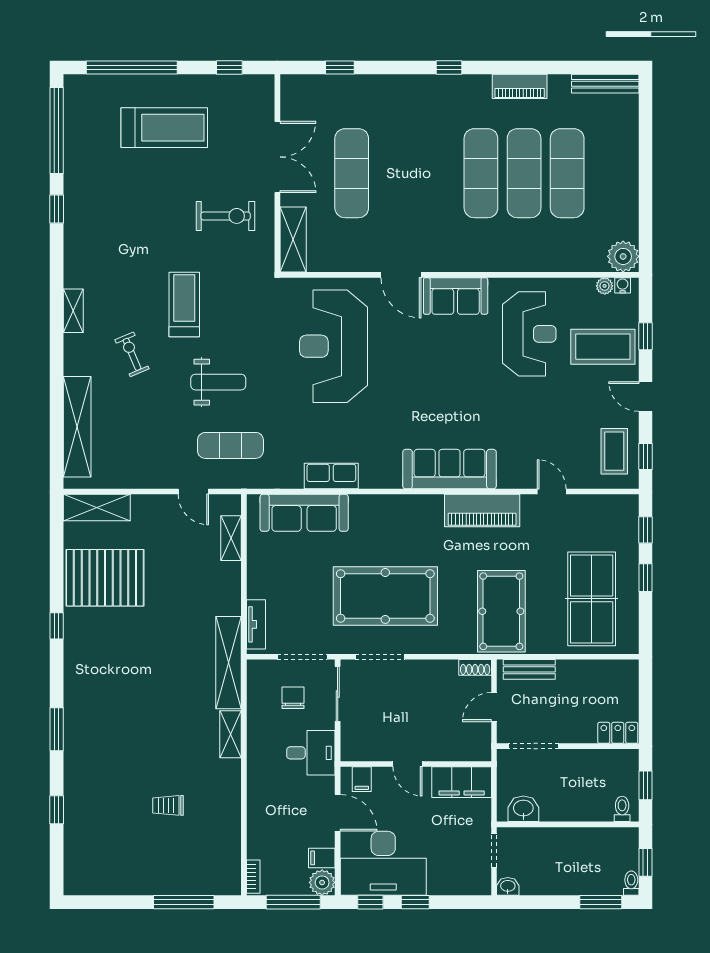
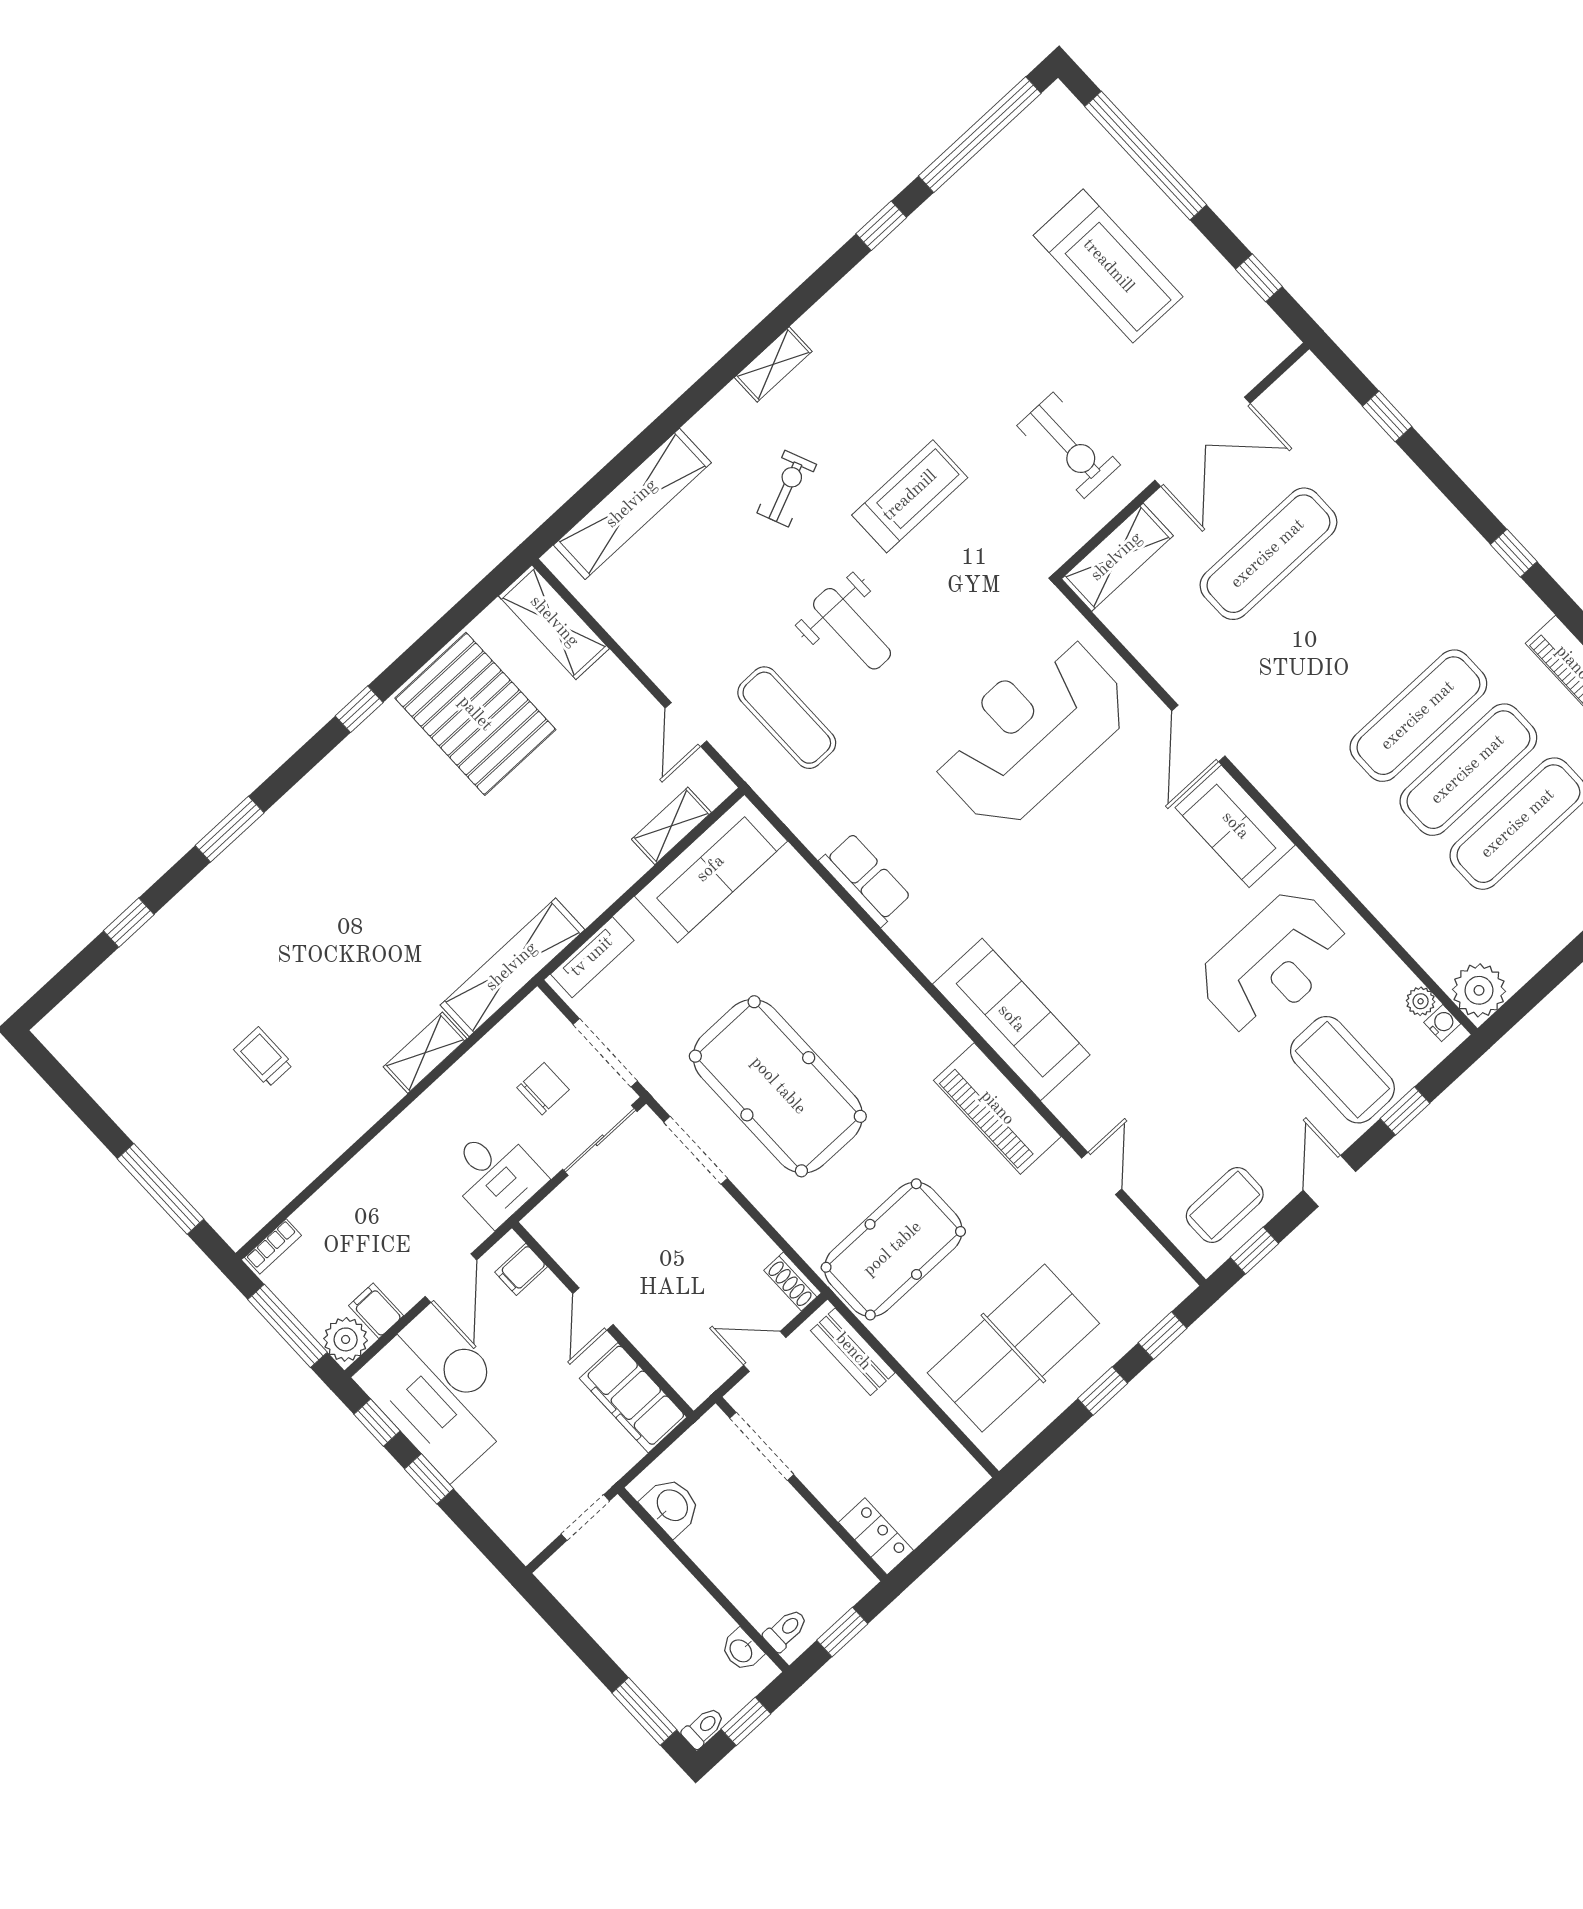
sofa: (304, 513) -> (711, 869), moved, turned -90
washbasin: (508, 886) -> (742, 1650), moved, turned 180

